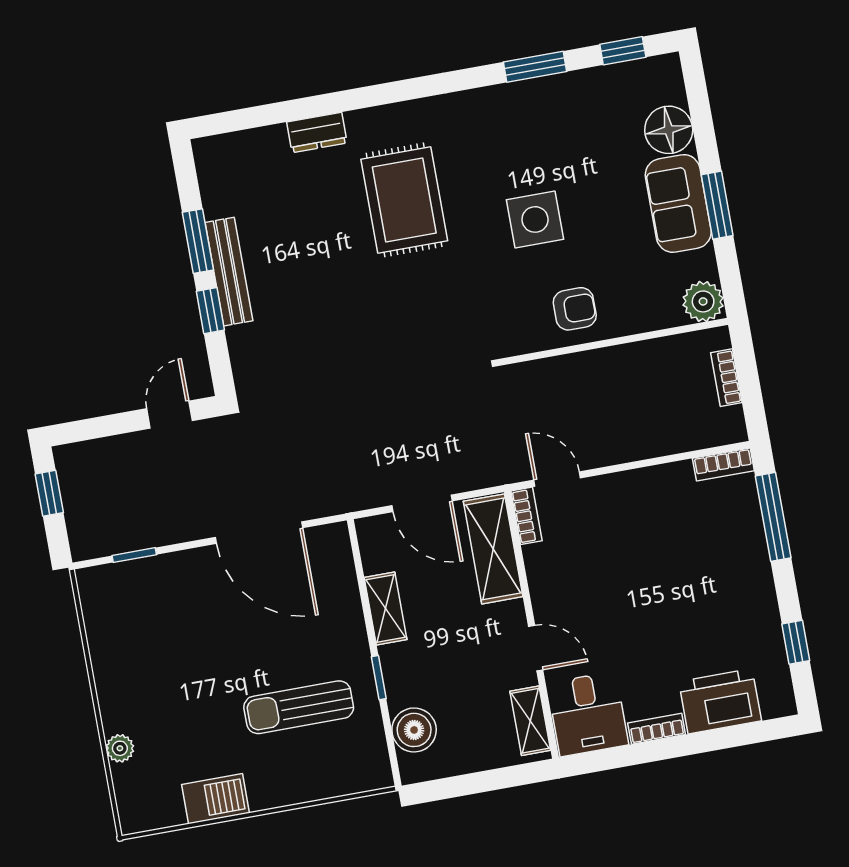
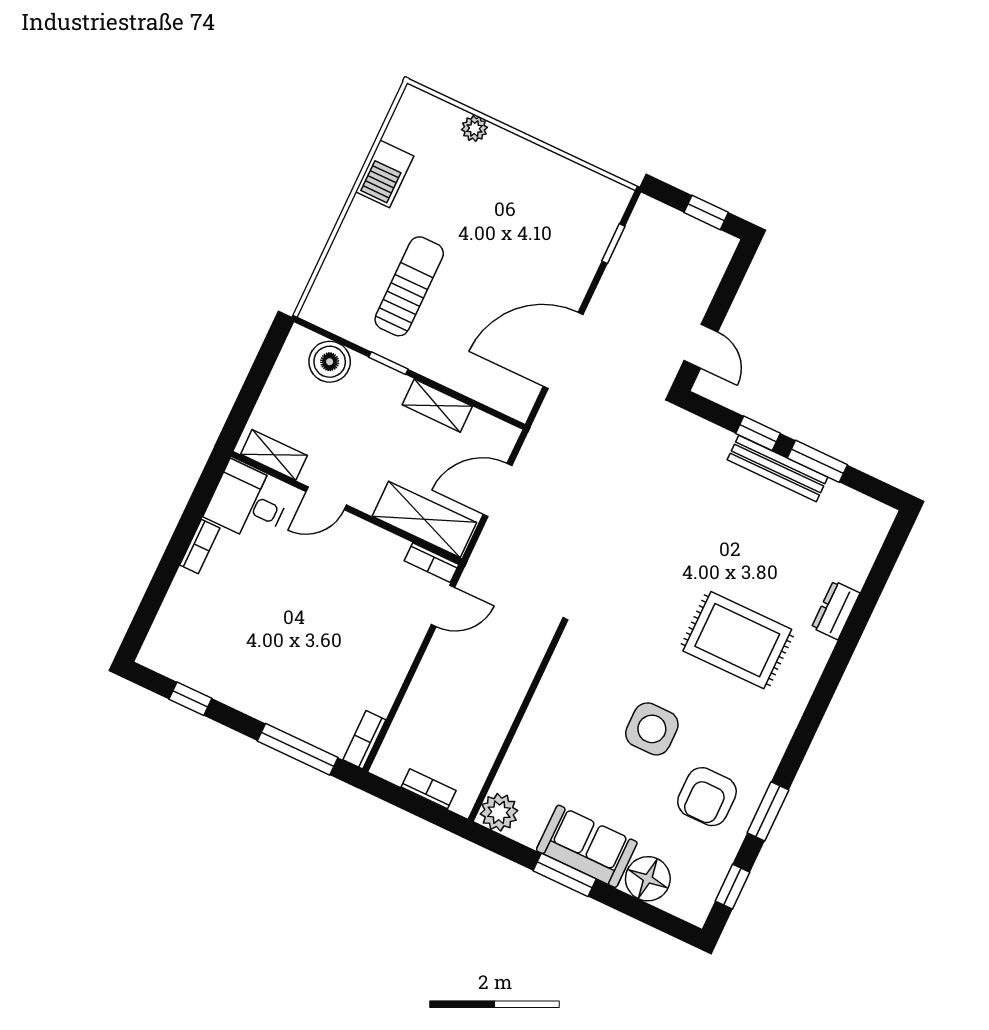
armchair: (575, 309) -> (707, 797), moved, width x1.38, depth x1.38
printer: (720, 701) -> (186, 610), removed

